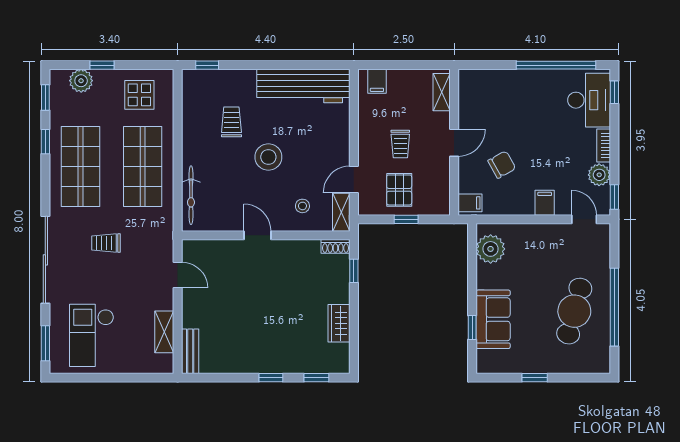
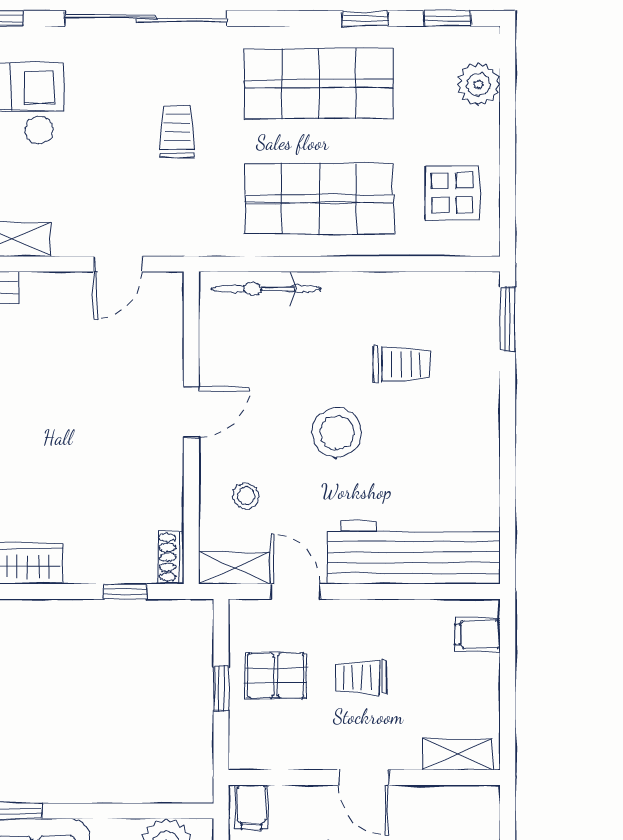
window: (102, 65) -> (508, 123), removed
window: (207, 65) -> (508, 319), width x1.50
workbench: (303, 86) -> (414, 553), moved, turned 90

